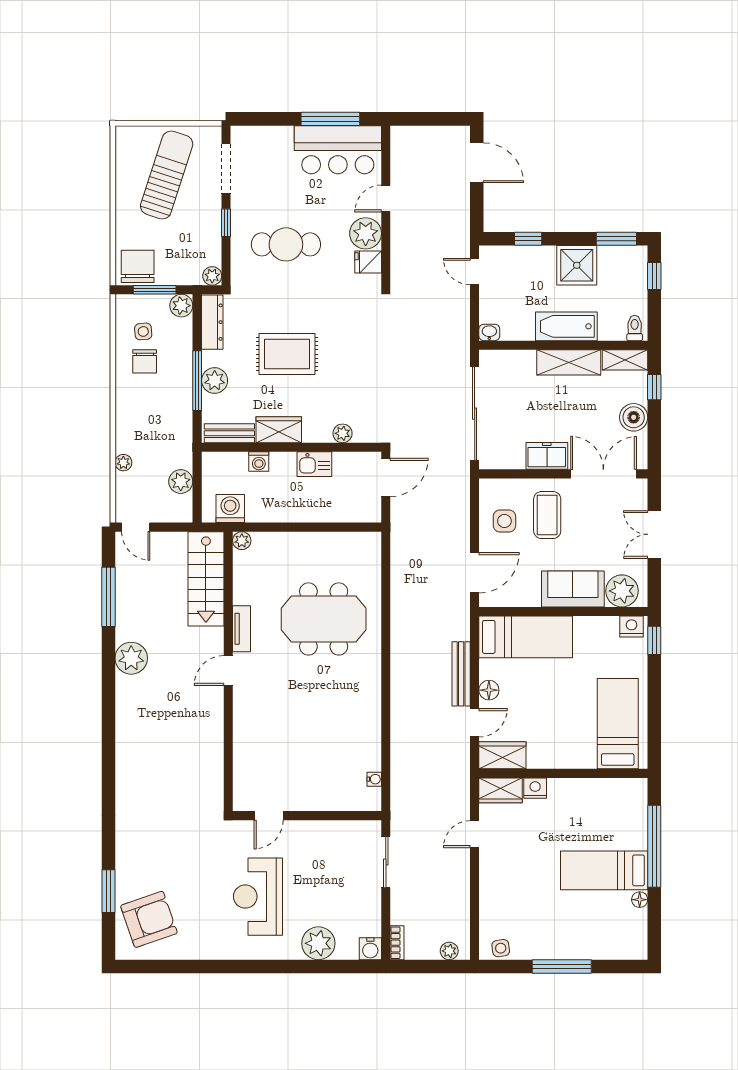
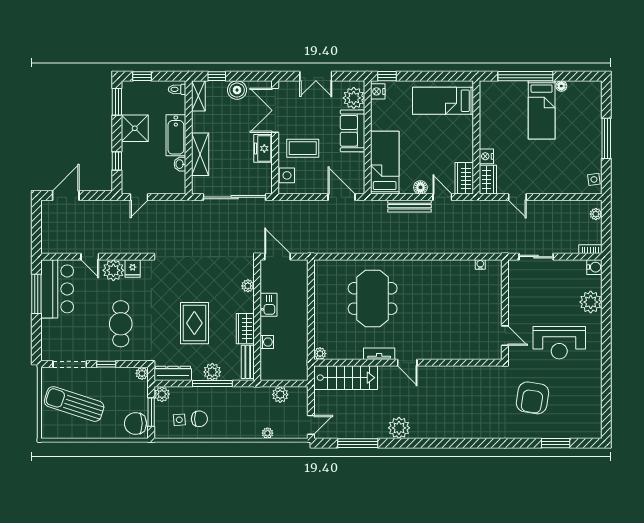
washbasin: (489, 332) -> (180, 164), moved
shelving: (569, 362) -> (200, 154), moved
washing machine: (230, 509) -> (298, 361), removed
side table: (504, 521) -> (287, 175), moved
armchair: (149, 919) -> (532, 398), moved, turned -152

